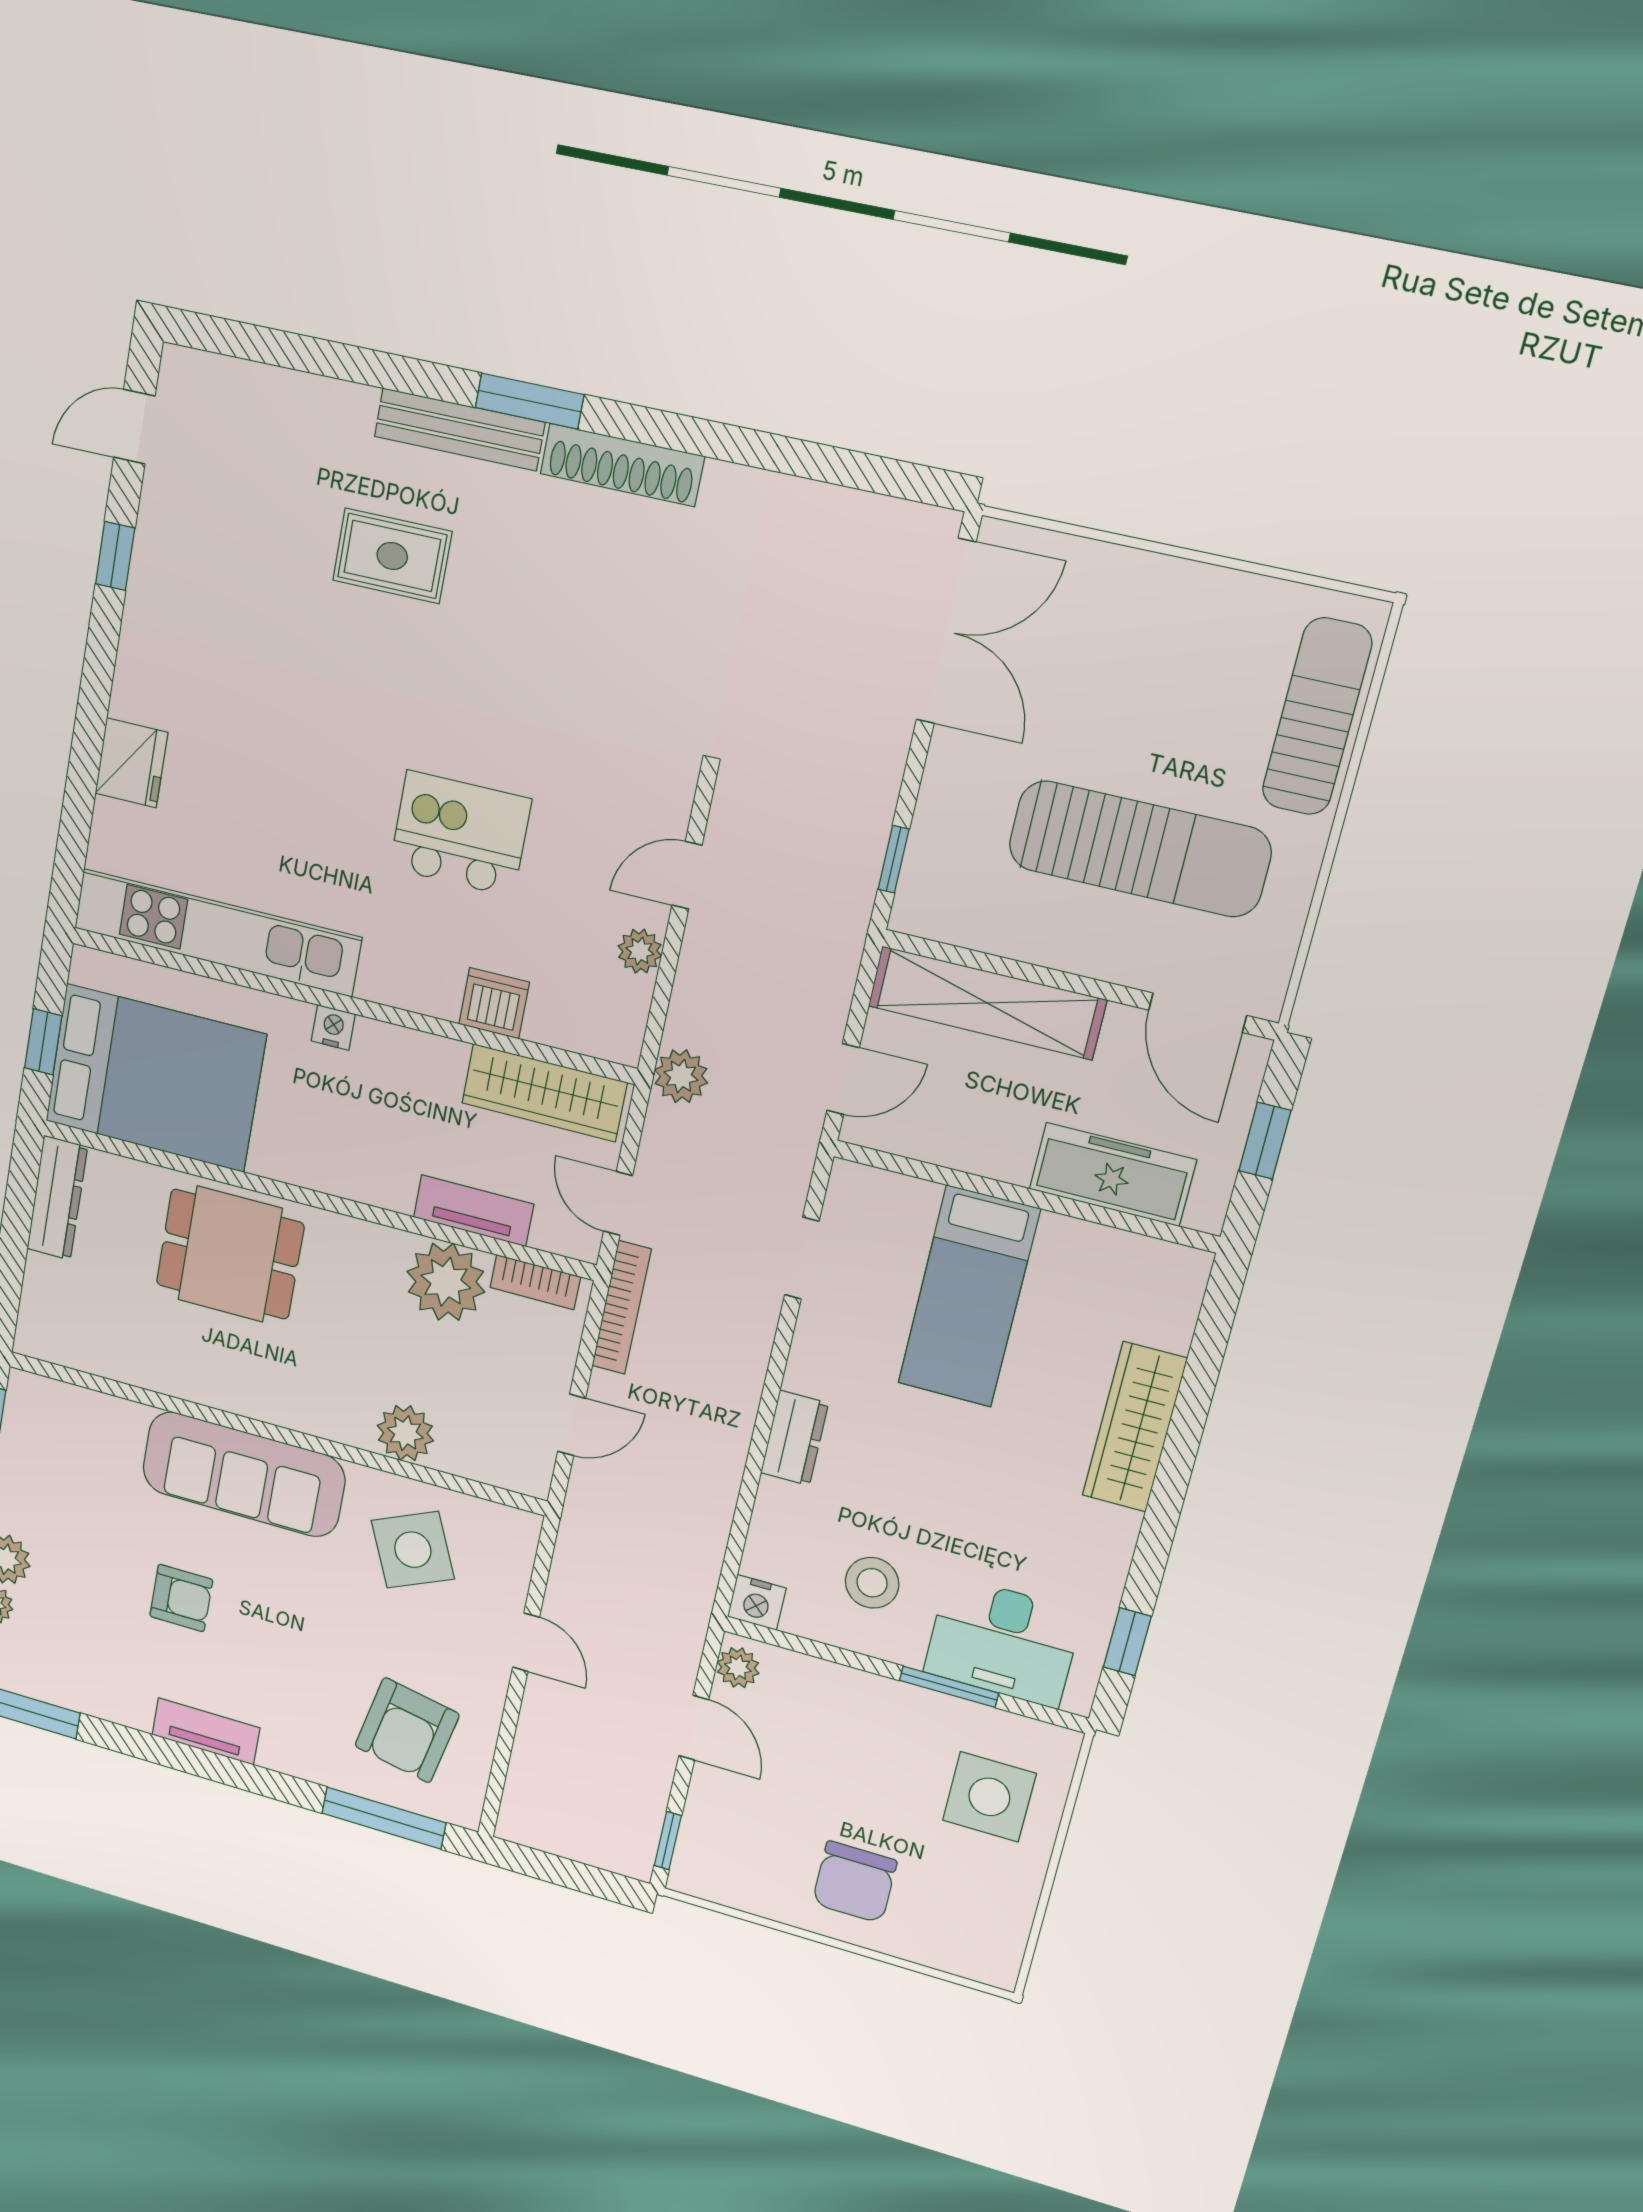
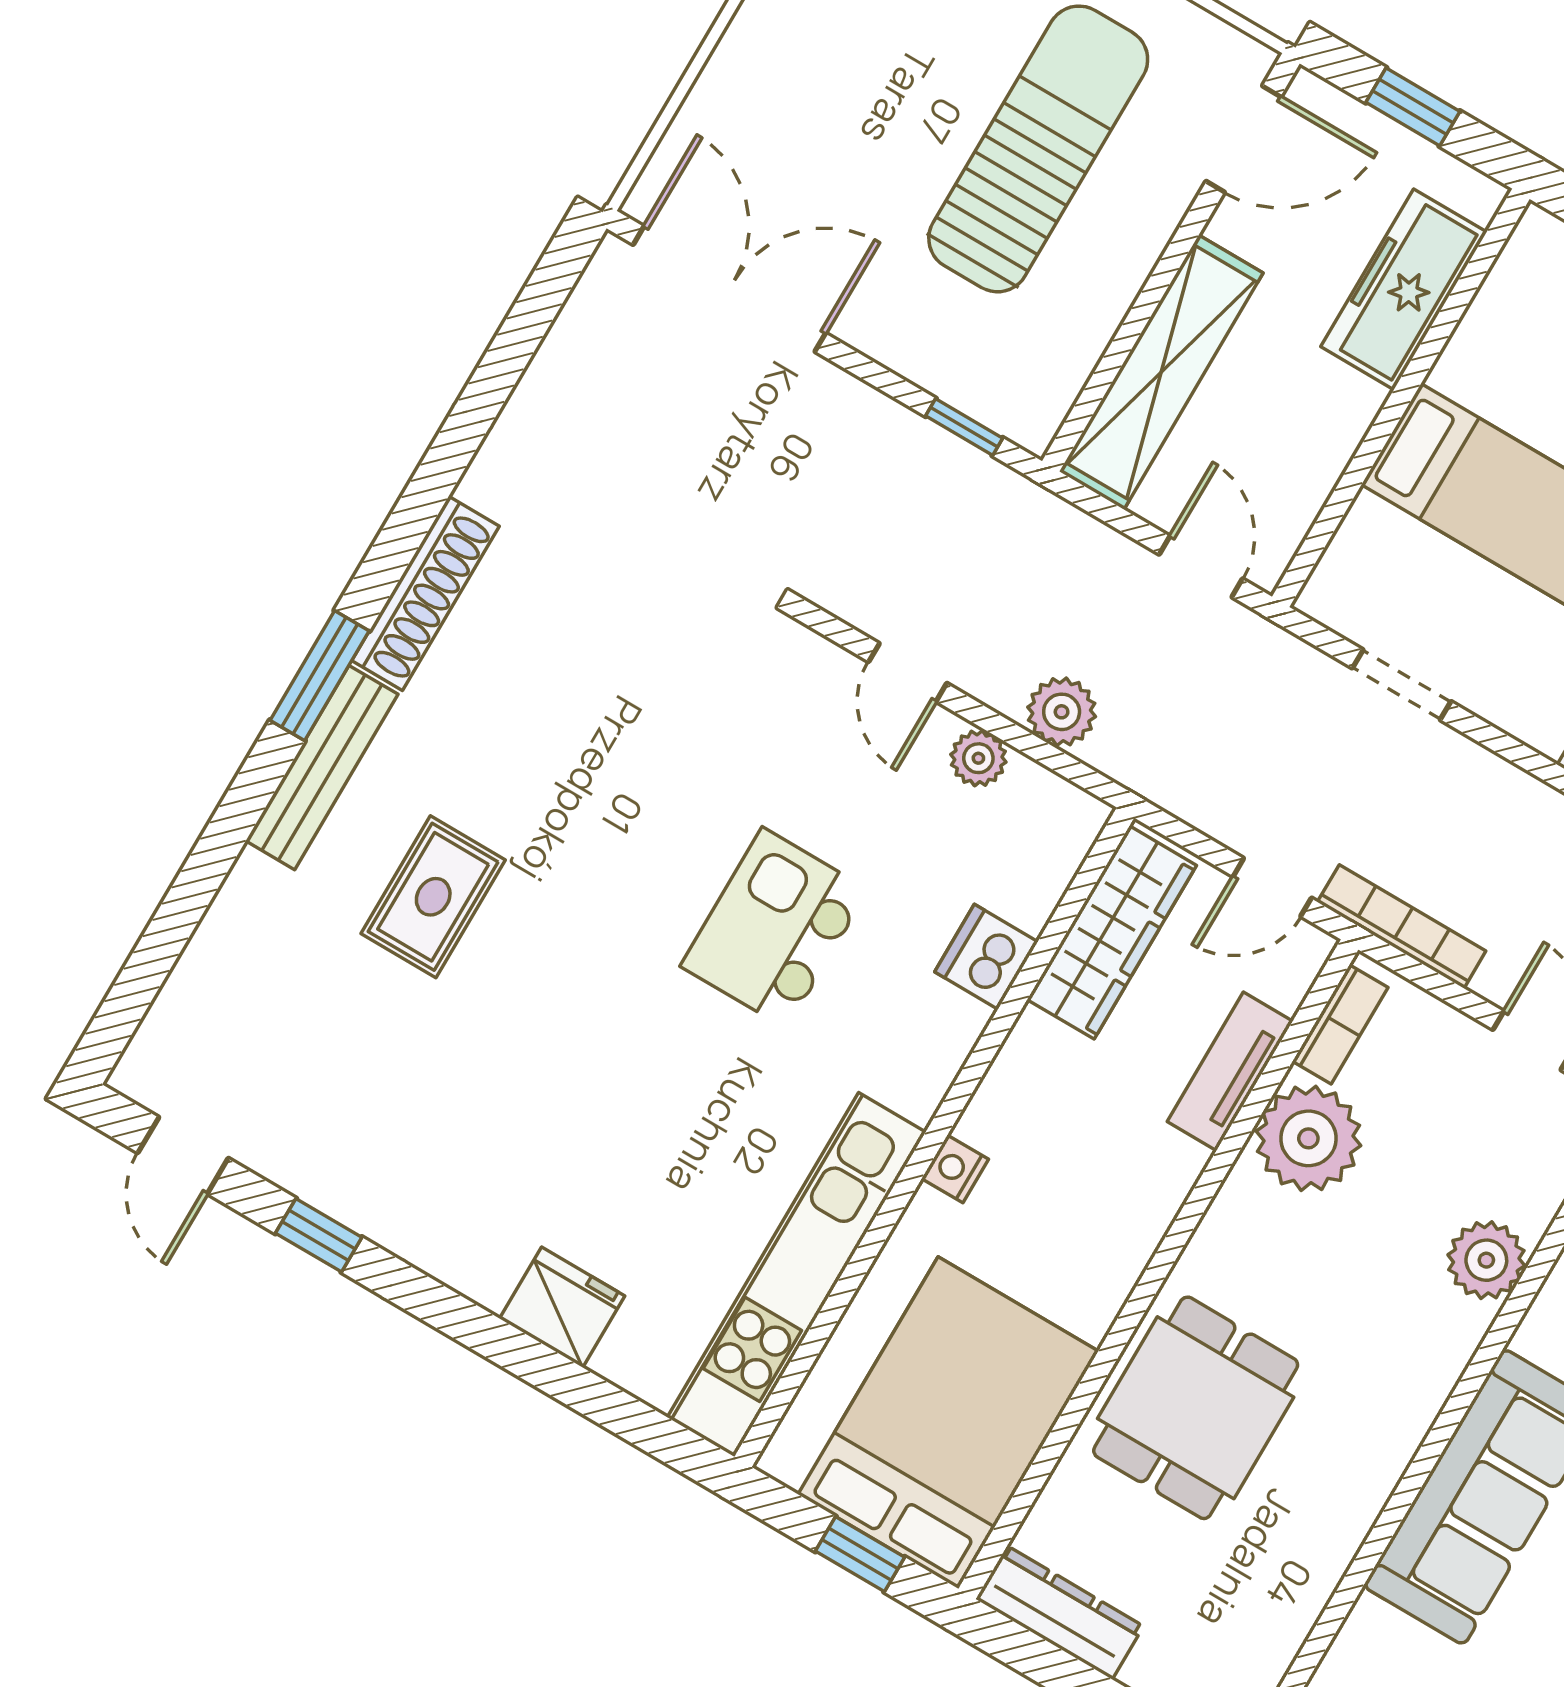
plant: (681, 1076) -> (1062, 712), moved

